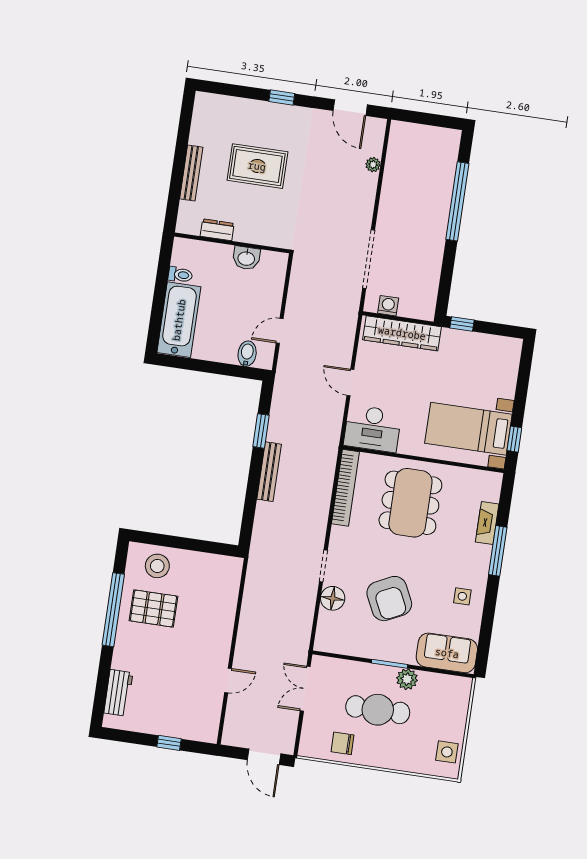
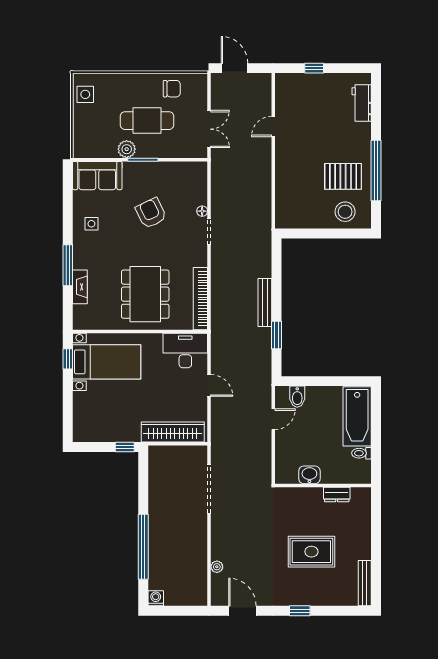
bench: (191, 173) -> (365, 583), moved
washing machine: (388, 306) -> (156, 598), moved, turned 180
floor lamp: (333, 598) -> (202, 211), width x0.53, depth x0.53
armchair: (389, 599) -> (151, 213), width x0.73, depth x0.73

